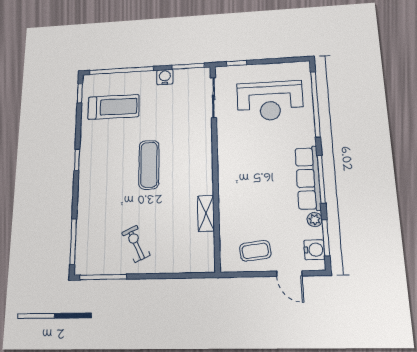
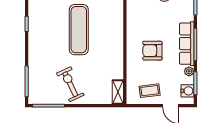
exercise mat: (149, 165) -> (79, 30), width x1.36, depth x1.45
armchair: (257, 191) -> (152, 51), added
shelving: (206, 213) -> (118, 92), moved
exercise bike: (136, 244) -> (70, 84), width x1.38, depth x1.39

